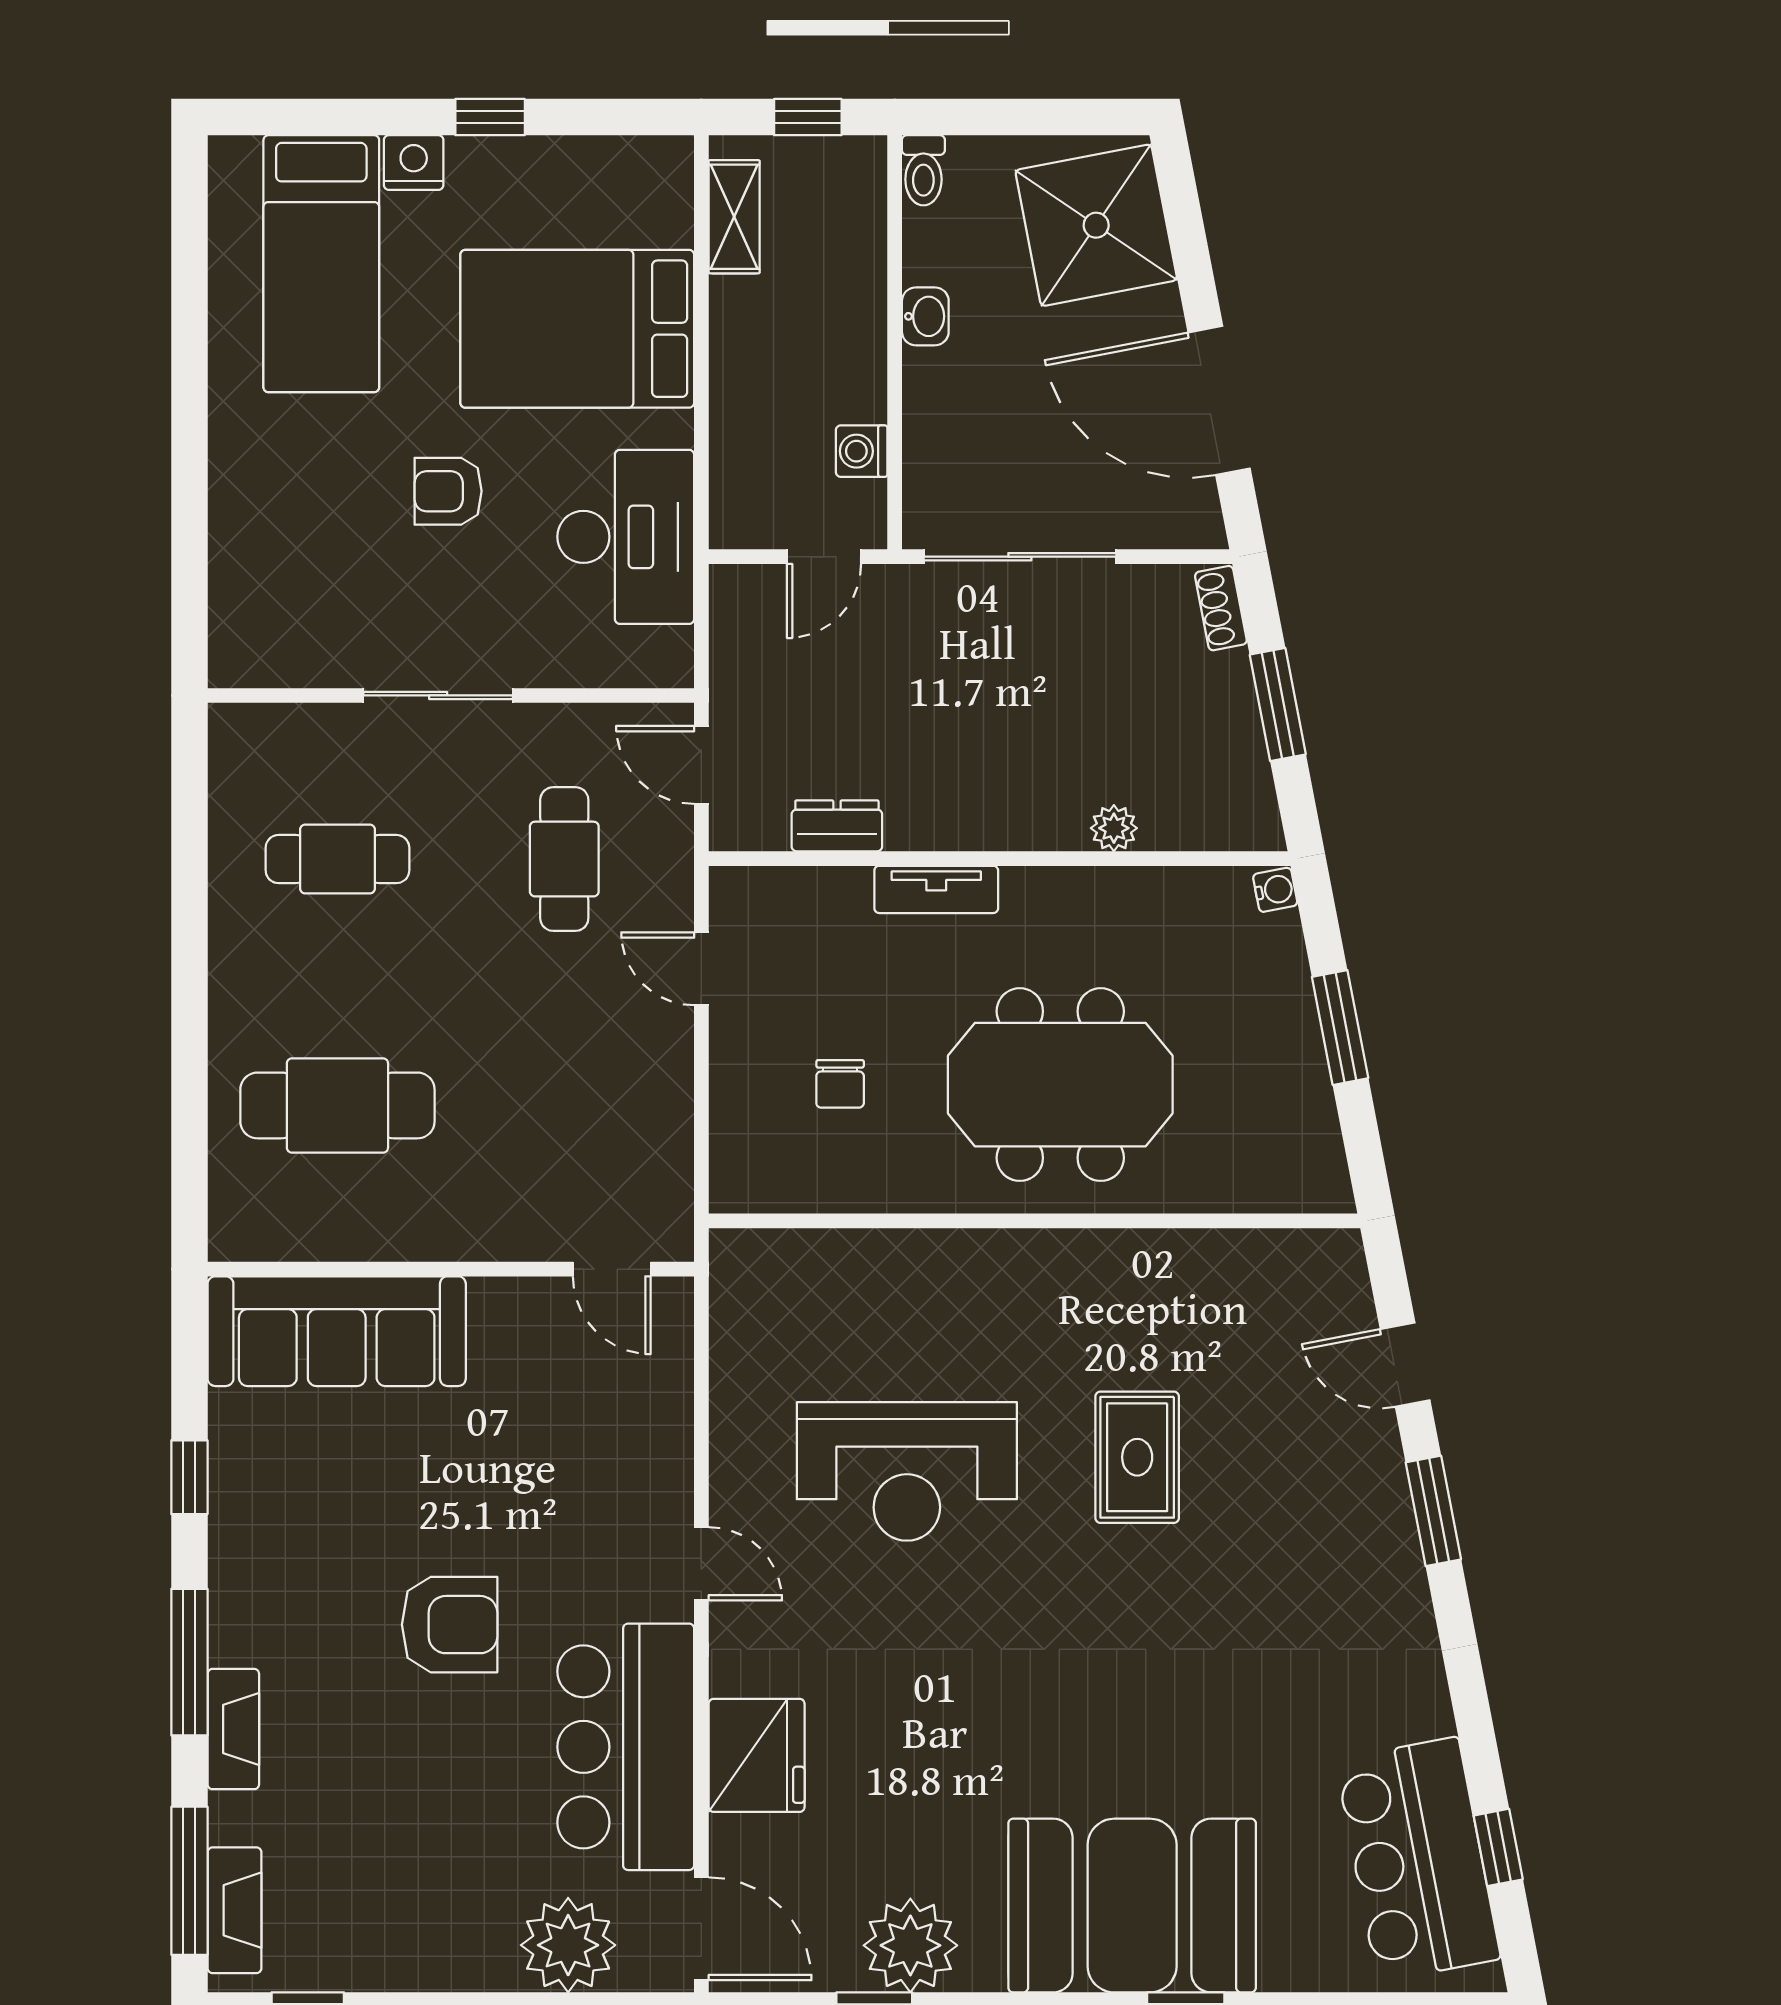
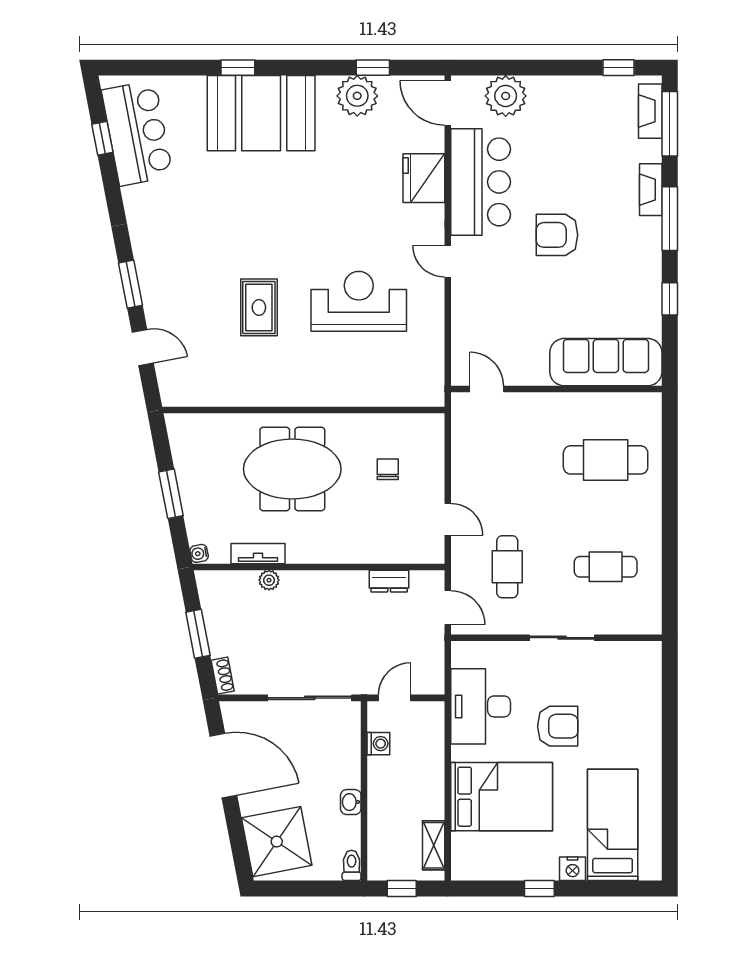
armchair: (448, 491) -> (558, 726), width x1.38, depth x1.38
tv unit: (936, 889) -> (258, 554), moved

